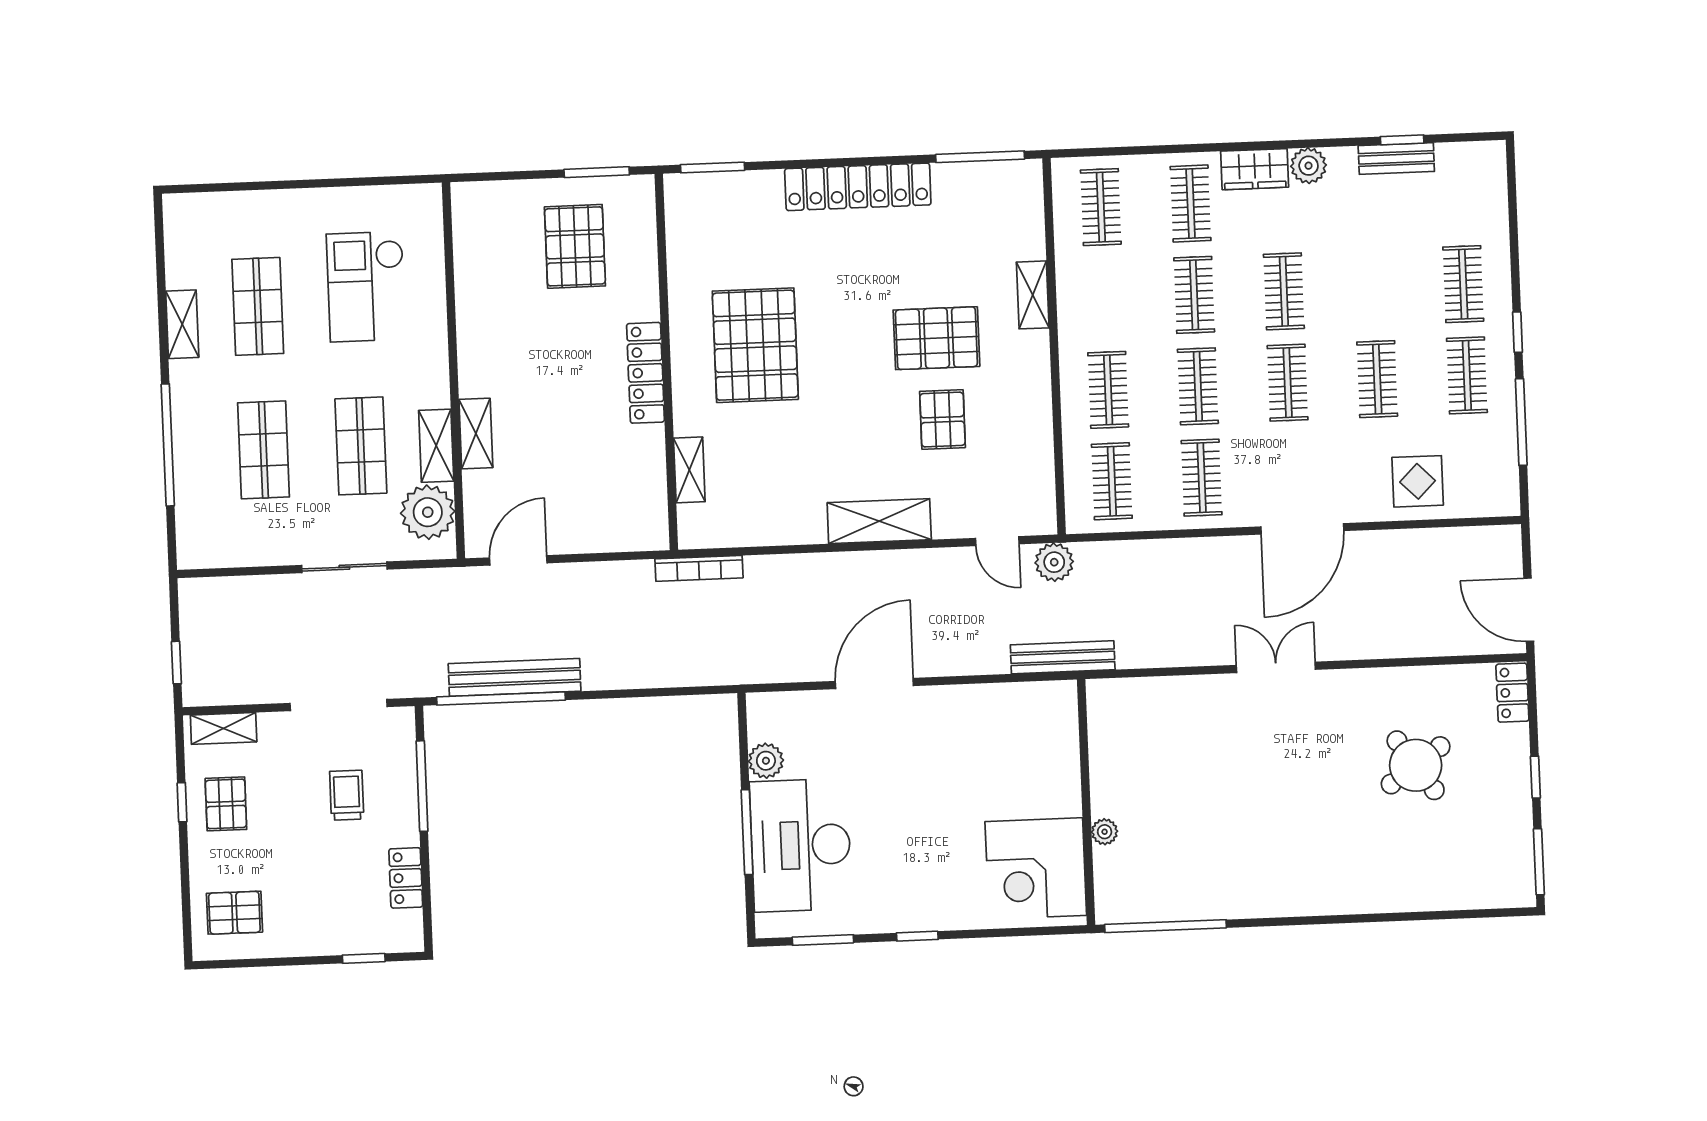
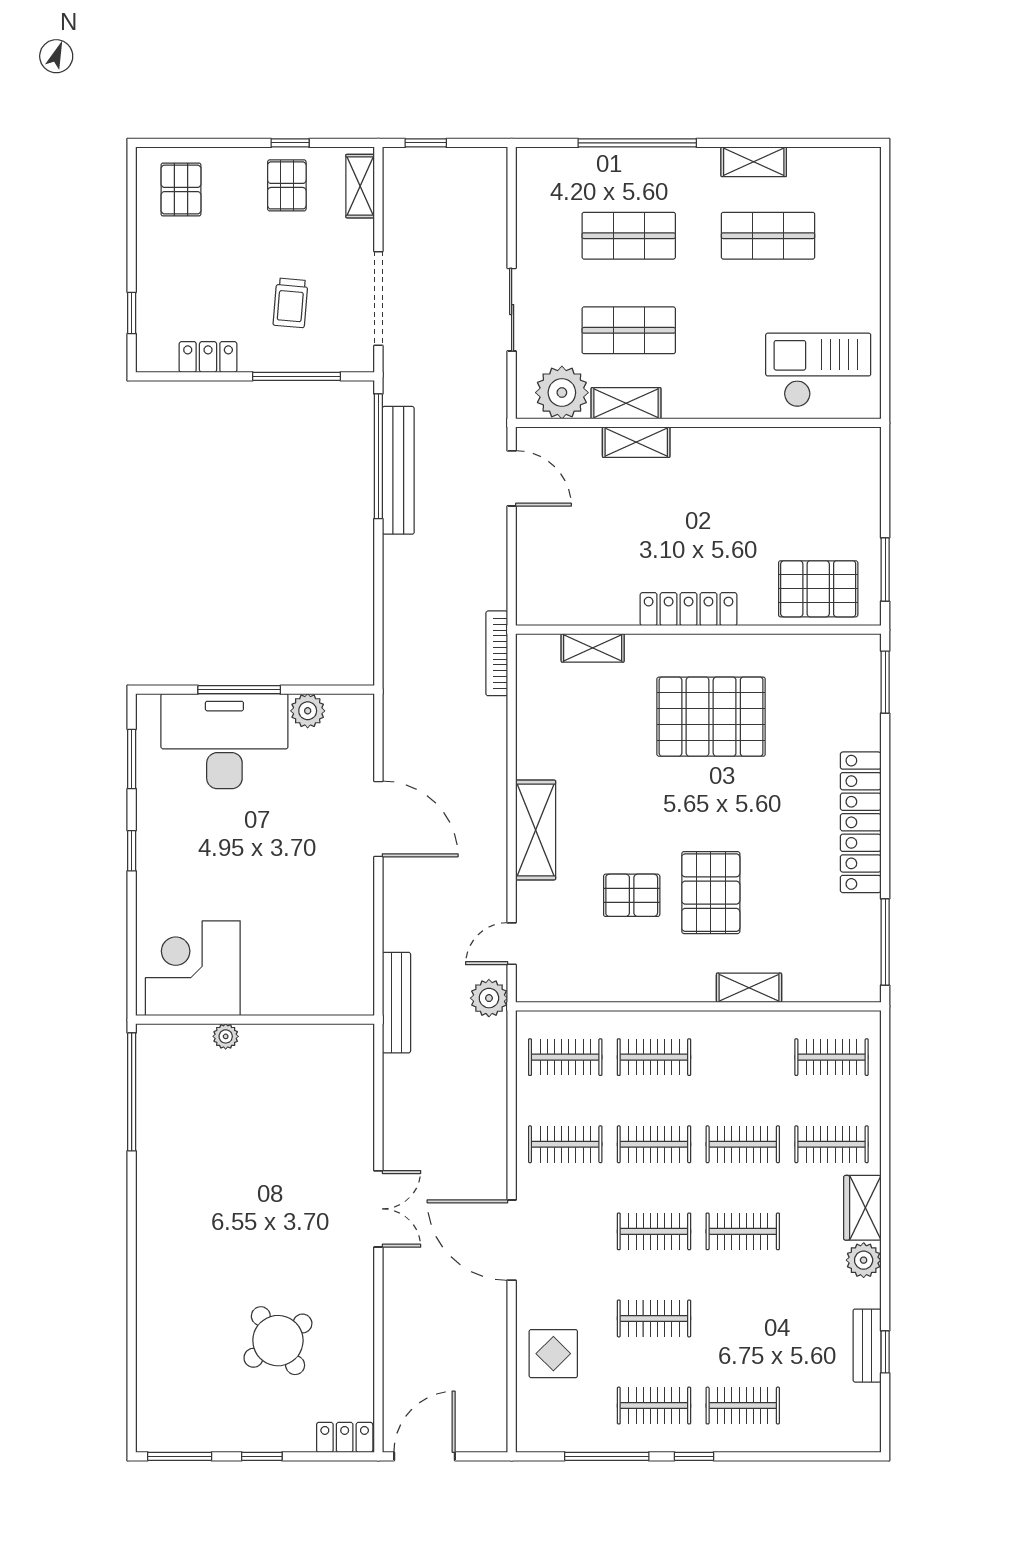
pallet: (575, 246) -> (818, 589), moved
checkout: (366, 287) -> (818, 370), moved
trolley: (347, 795) -> (291, 303), turned 95
pallet: (226, 804) -> (287, 185), turned 90

